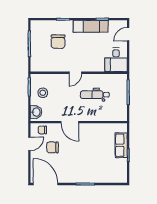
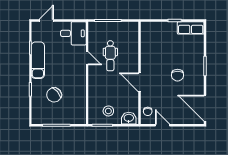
door: (128, 34) -> (46, 21), swing flipped
chair: (58, 42) -> (54, 95), turned 140
door: (75, 73) -> (87, 58), moved
door: (70, 122) -> (140, 82), swing flipped
row of seats: (121, 145) -> (191, 28), moved
chair: (53, 147) -> (178, 75), moved
door: (46, 184) -> (205, 108), hinge flipped

